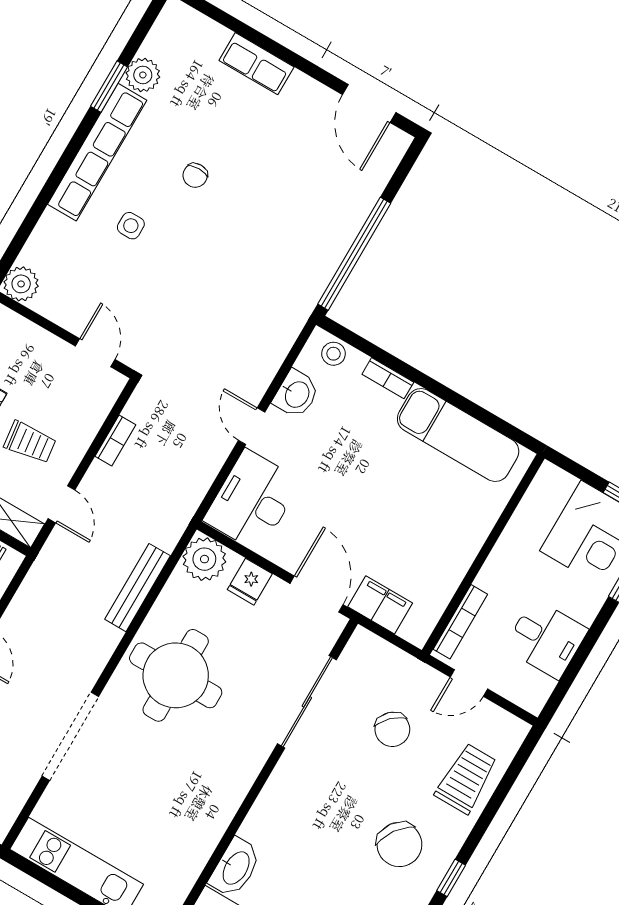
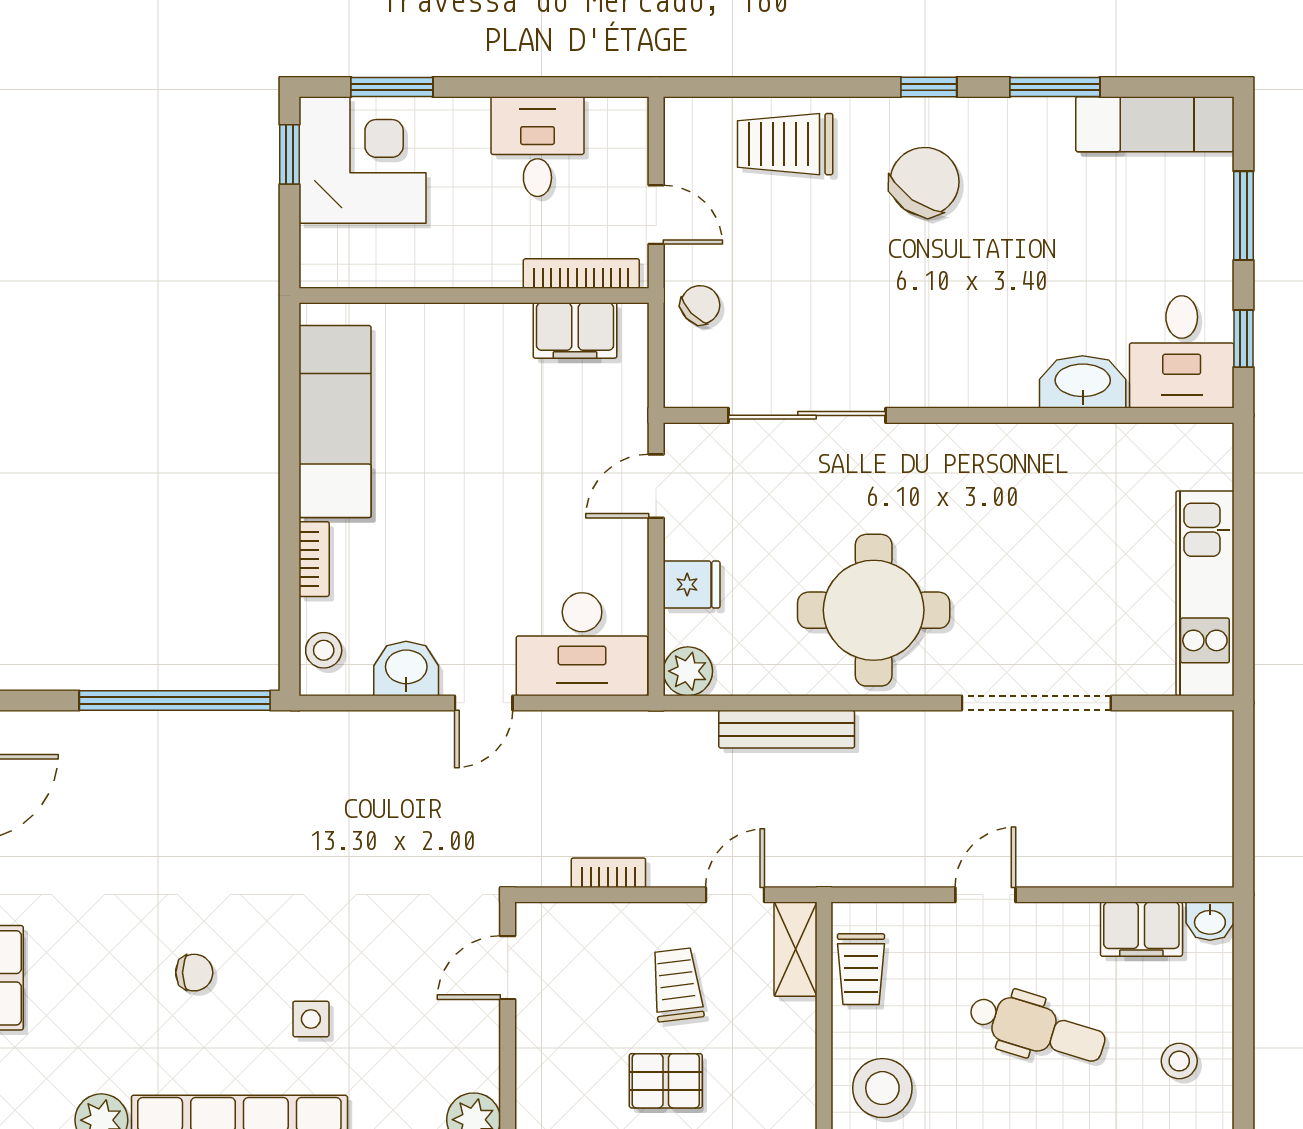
plant: (204, 559) -> (688, 671), width x0.73, depth x0.73
door: (317, 594) -> (656, 486), width x0.73
filing cabinet: (380, 605) -> (575, 330), moved, turned -90
chair: (392, 729) -> (700, 305), moved, width x0.73, depth x0.73

